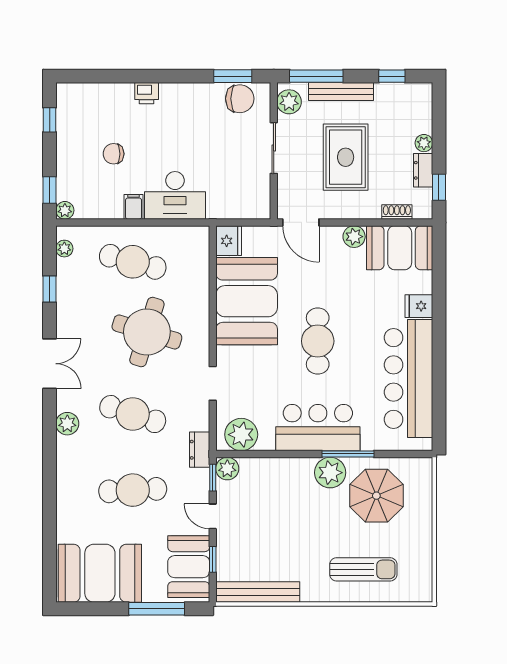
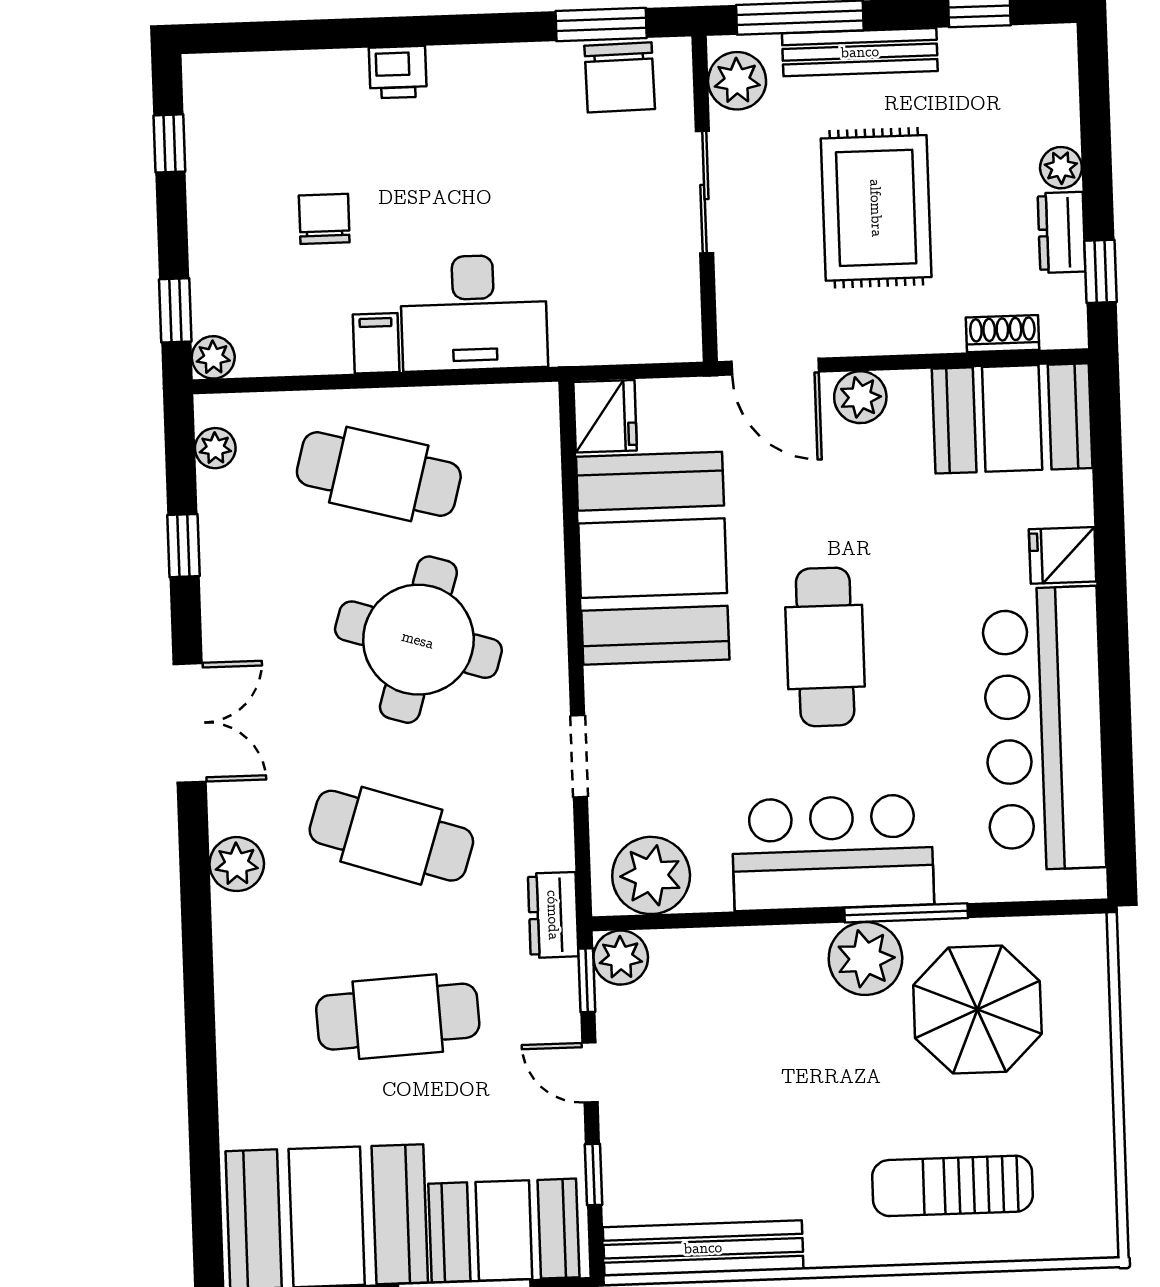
chair: (240, 99) -> (620, 77), turned 89
chair: (114, 154) -> (324, 219), turned 90
plant: (354, 237) -> (860, 397), moved
booth: (189, 567) -> (504, 1230), moved, turned 90
sun lounger: (363, 569) -> (952, 1186), turned 180

